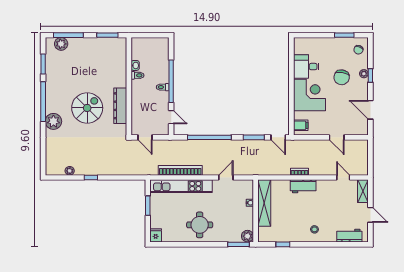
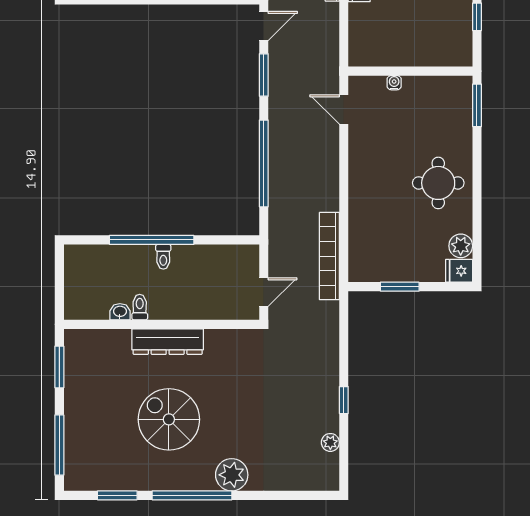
plant: (61, 44) -> (77, 460), removed
dresser: (120, 106) -> (168, 342), moved
spiral stairs: (87, 108) -> (169, 419), moved
door: (171, 117) -> (223, 240), removed
bookcase: (180, 170) -> (329, 256), moved
door: (226, 178) -> (344, 109), moved
kitchen unit: (181, 186) -> (361, 220), removed
shelving: (264, 203) -> (395, 54), removed
plant: (248, 236) -> (461, 246), moved

